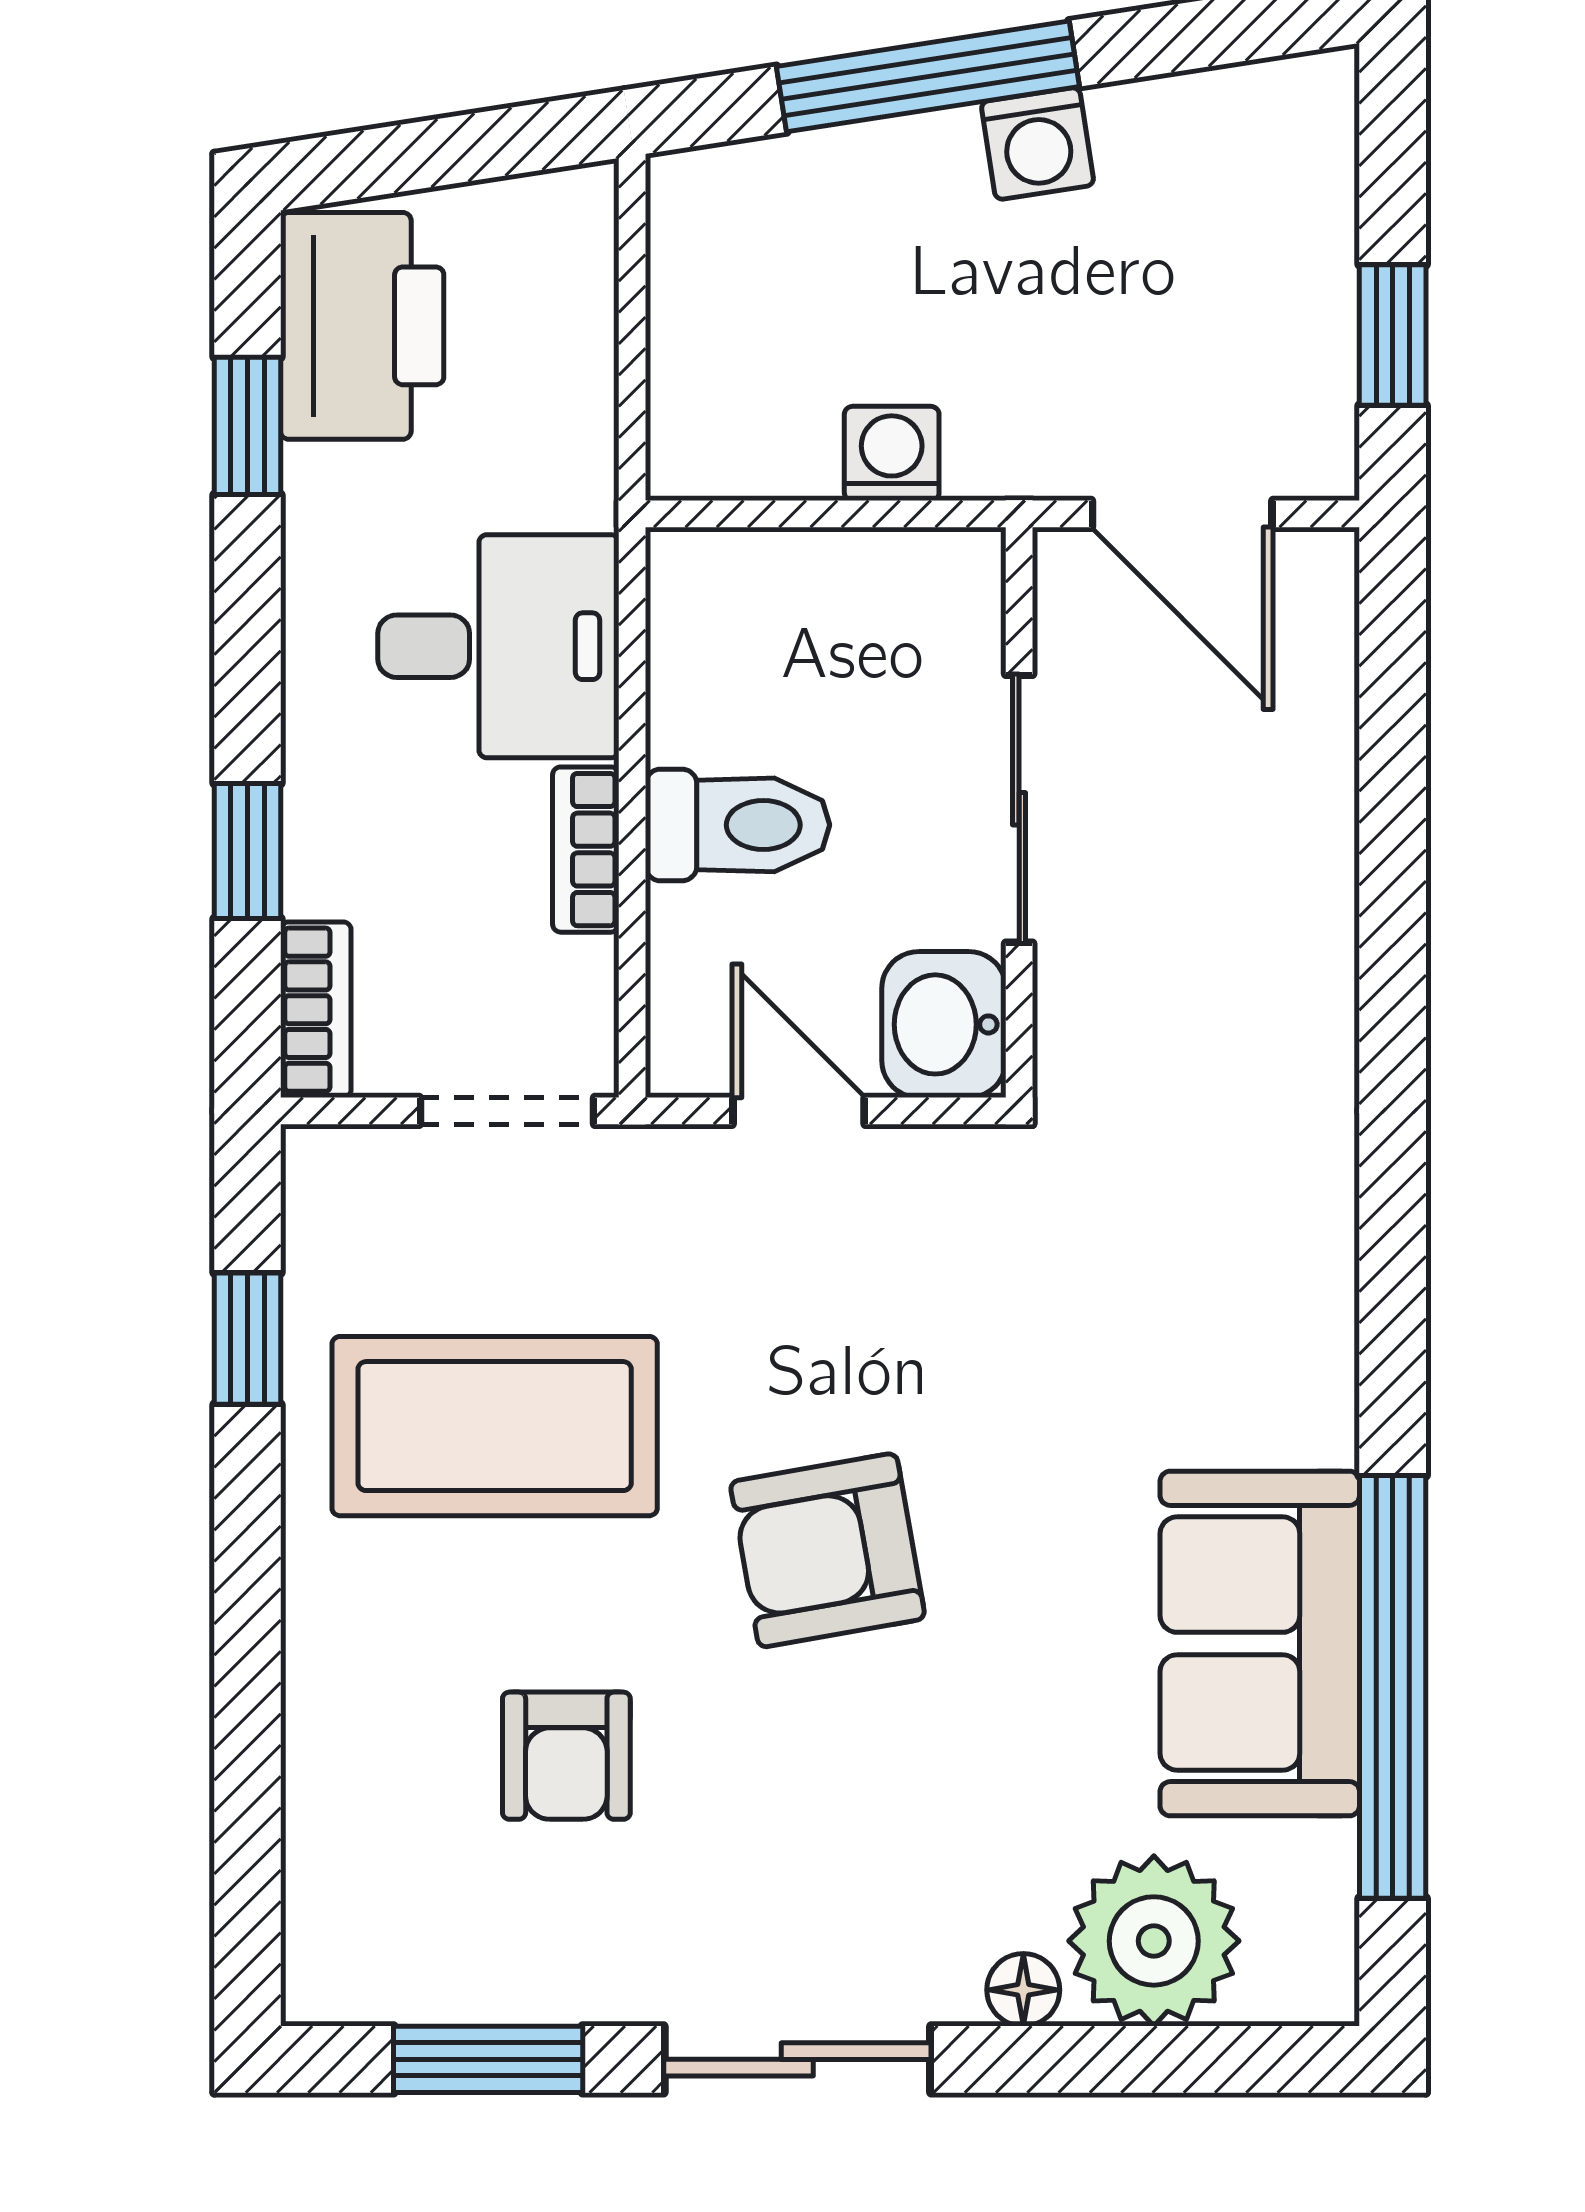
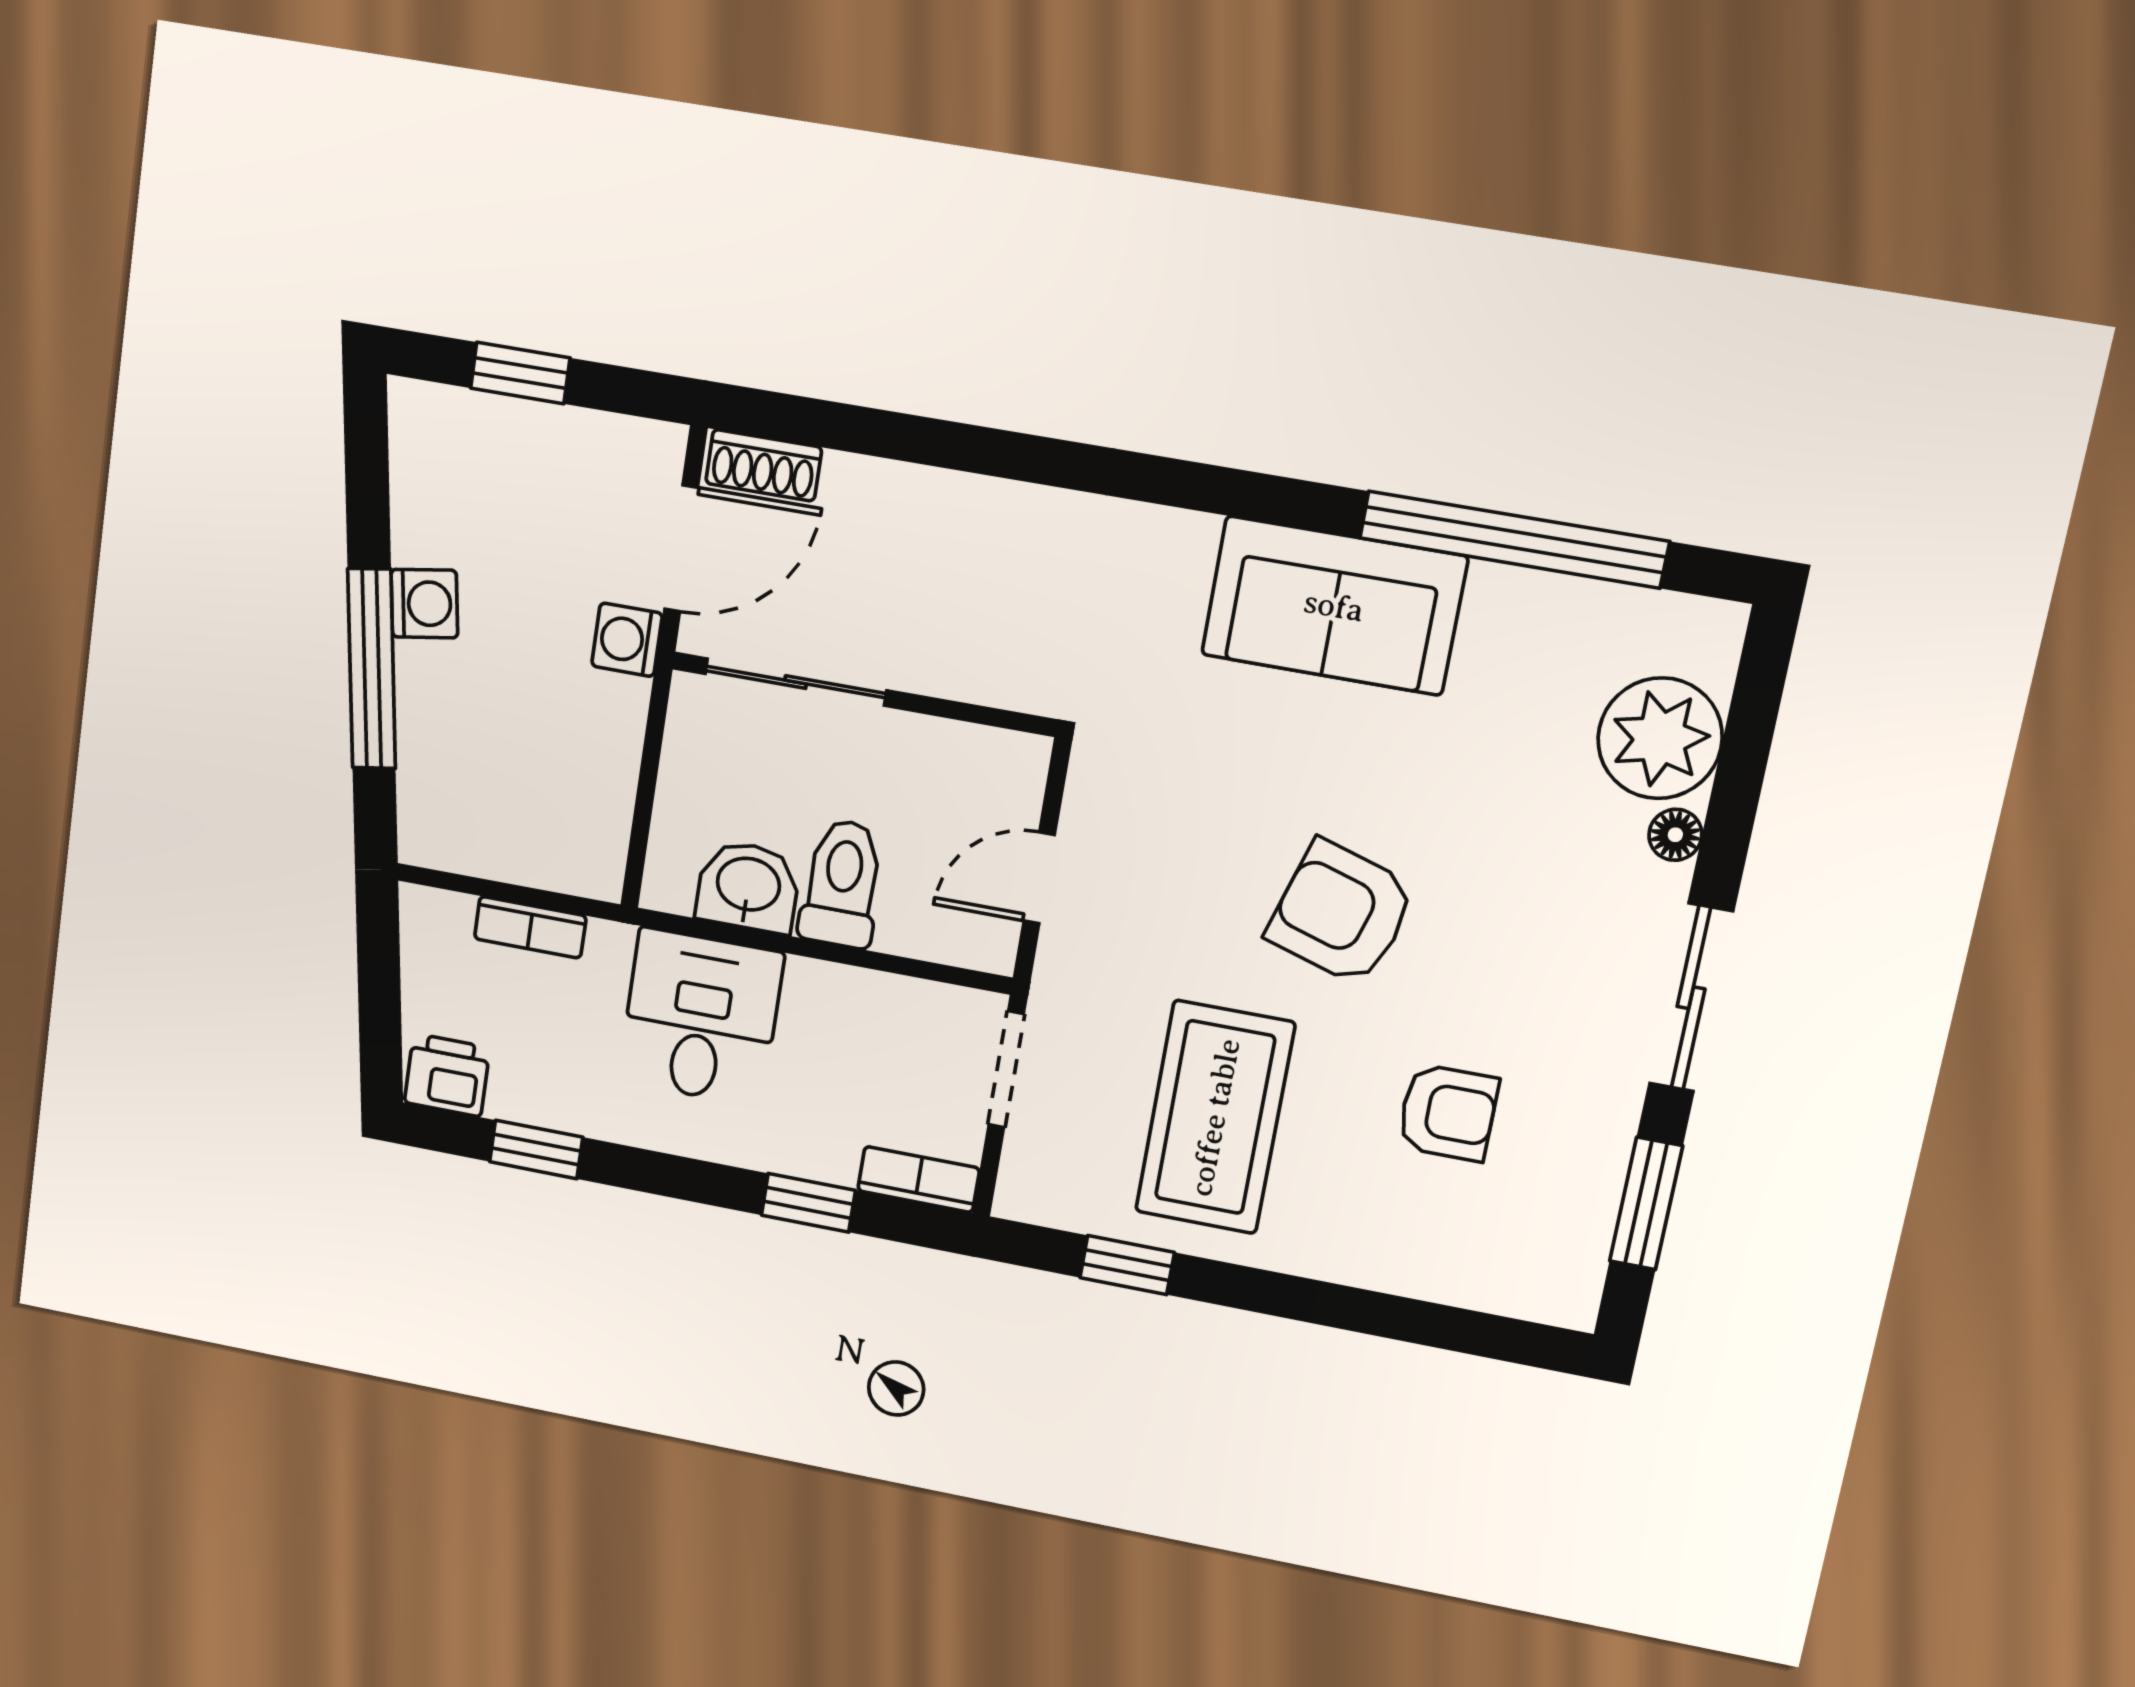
printer: (362, 326) -> (447, 1075), width x0.53, depth x0.68
window: (1393, 335) -> (520, 373), moved
washing machine: (892, 453) -> (627, 640), moved
shoe rack: (1320, 616) -> (764, 465), added
sliding door: (1019, 809) -> (796, 682), moved
bookcase: (586, 850) -> (530, 927), moved
washbasin: (944, 1024) -> (748, 887), moved, turned 180
armchair: (828, 1550) -> (1341, 913), turned 117
sofa: (1260, 1644) -> (1334, 606), moved

